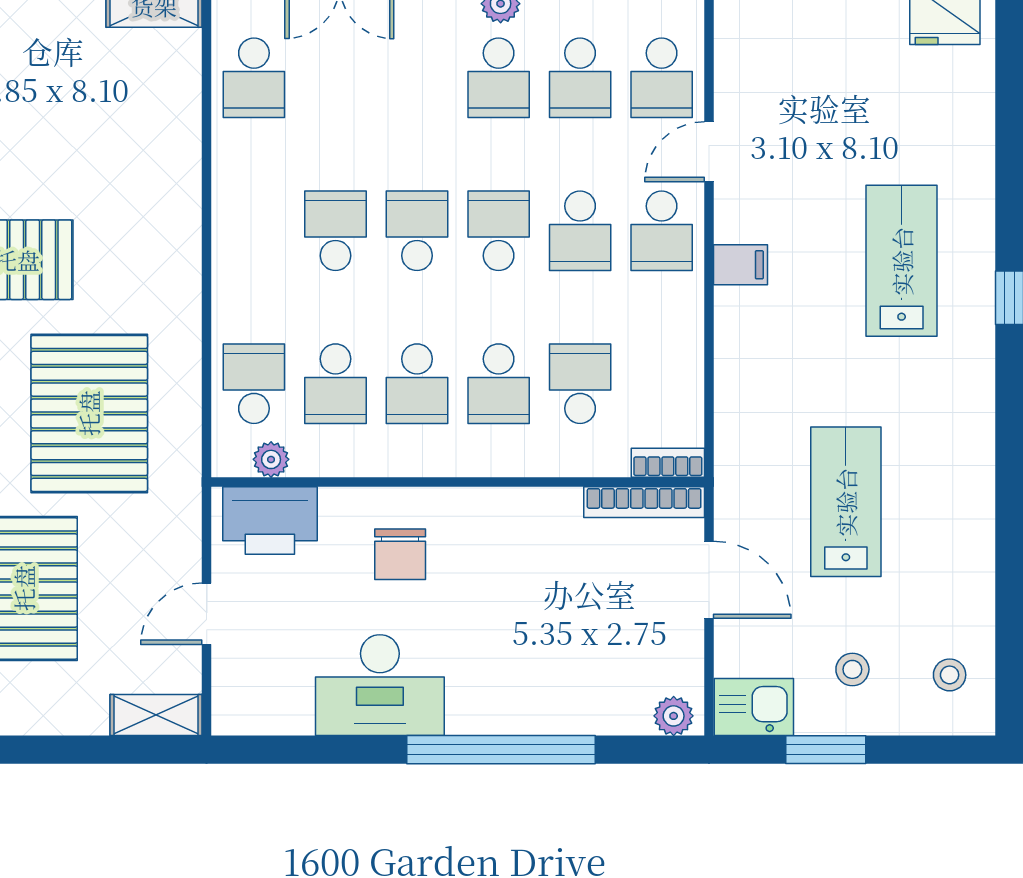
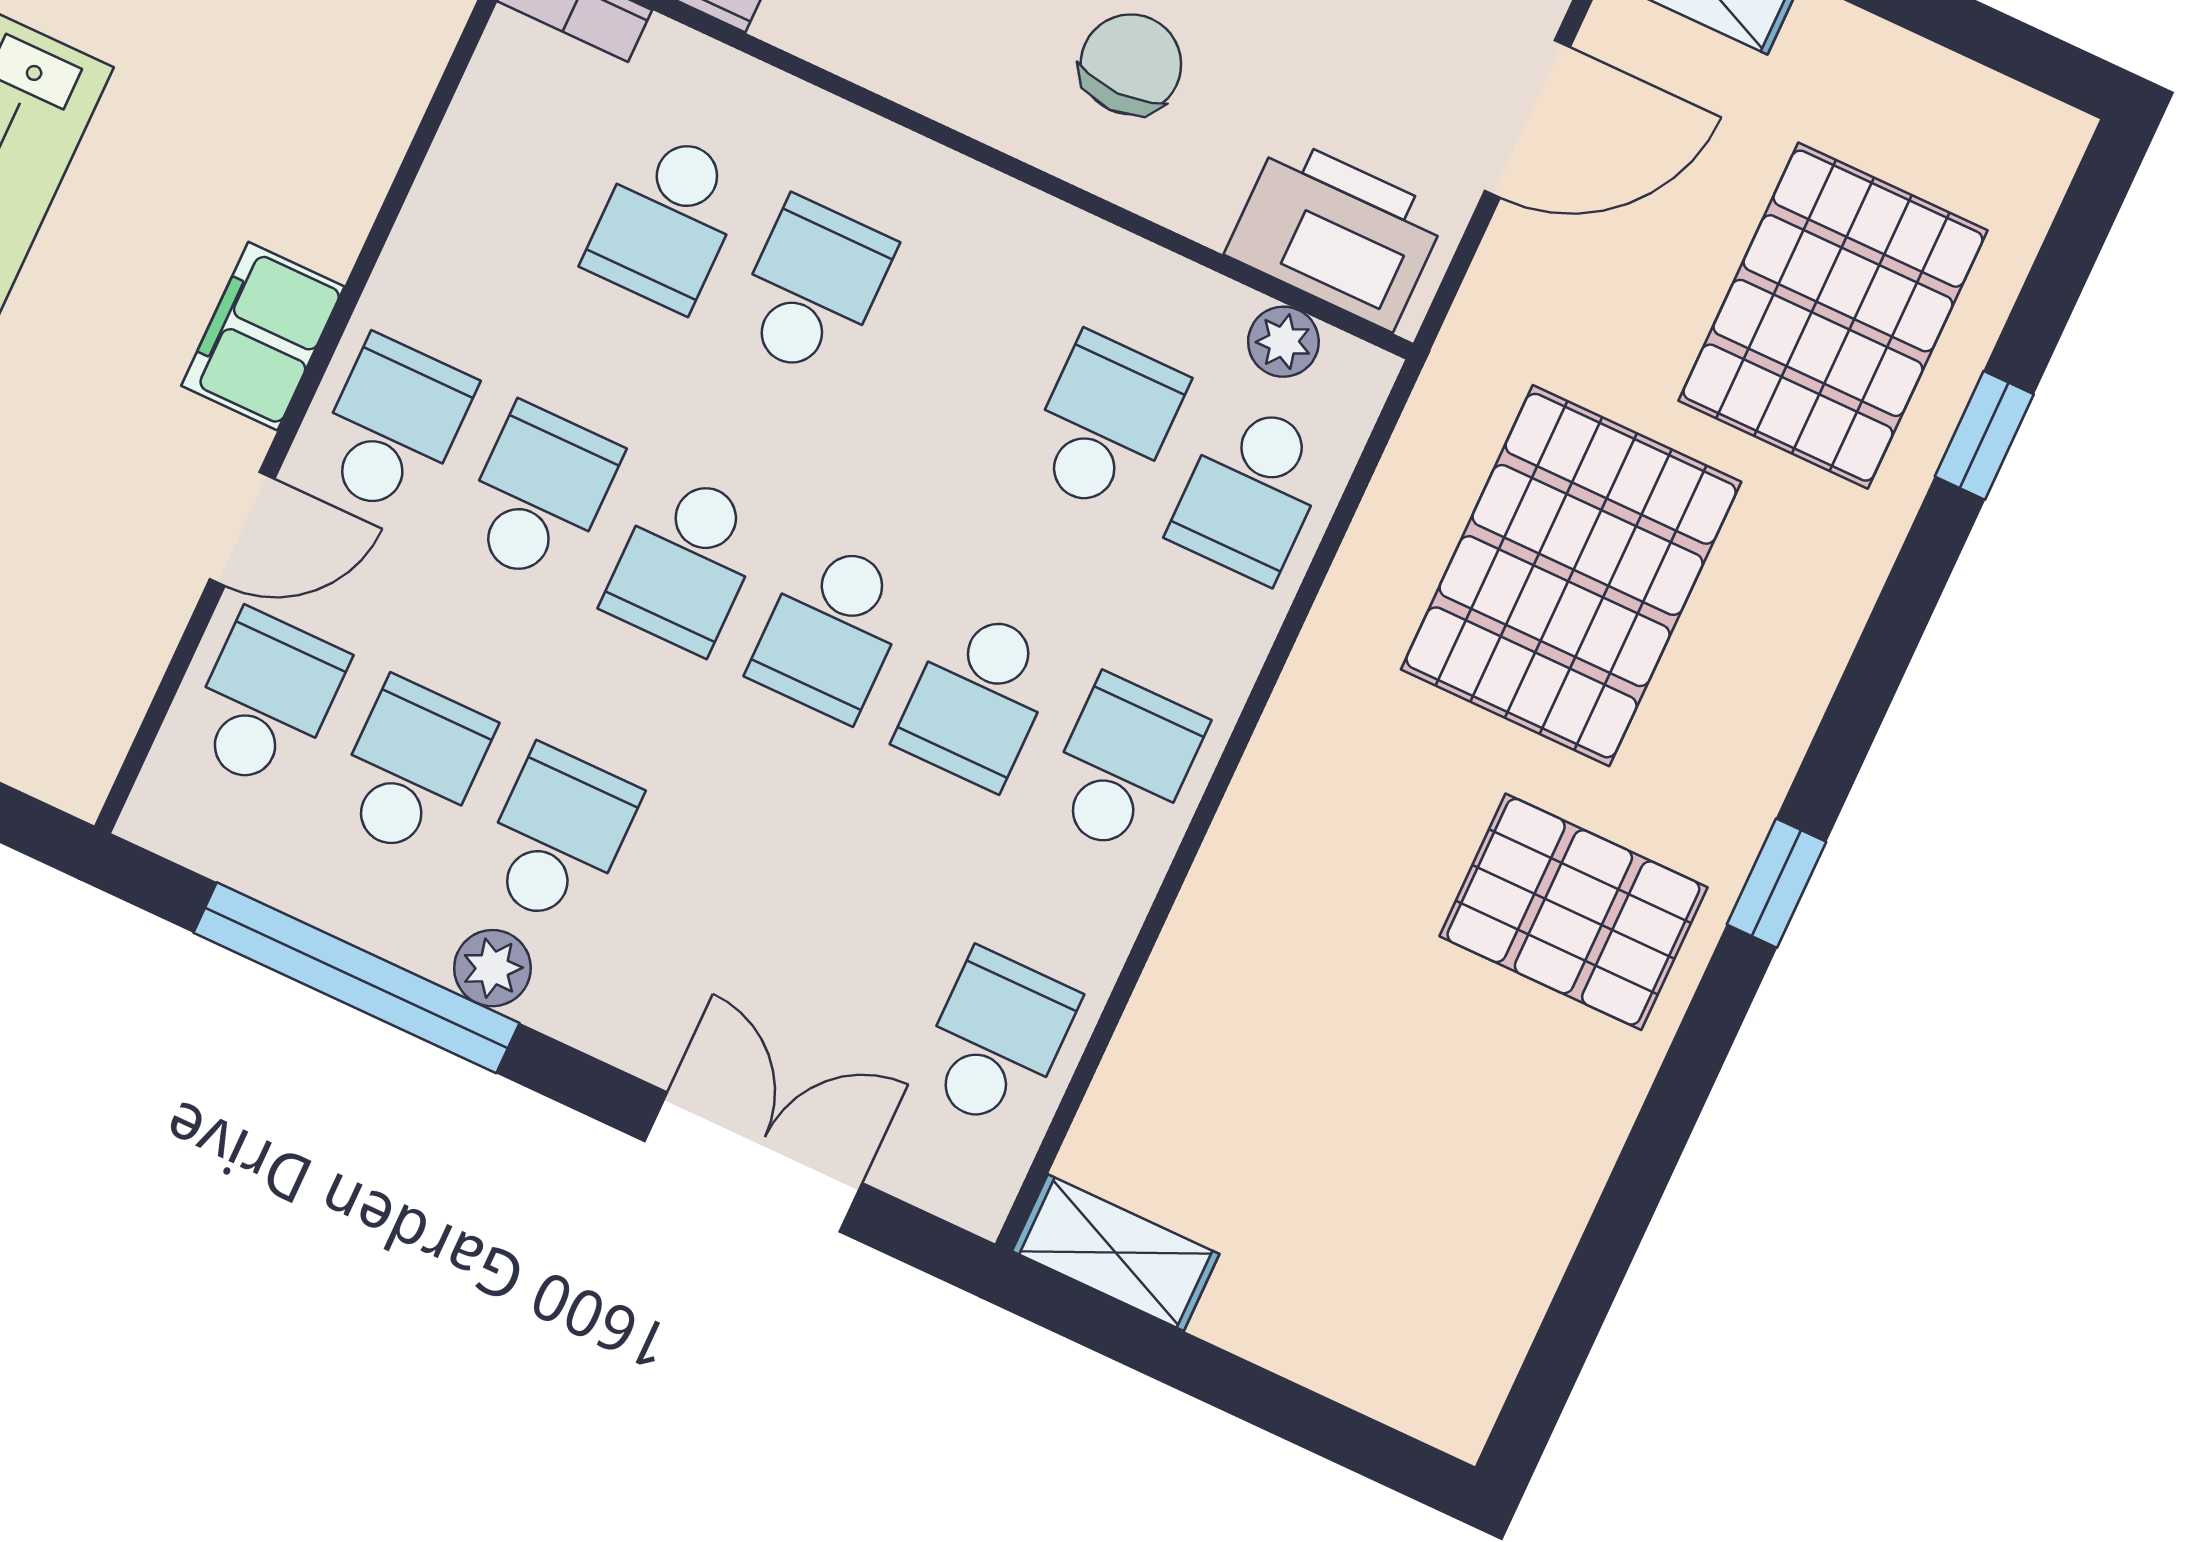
filing cabinet: (741, 265) -> (263, 336), width x2.00
school desk: (417, 384) -> (1124, 766), moved
door: (207, 614) -> (1527, 119), width x1.38

